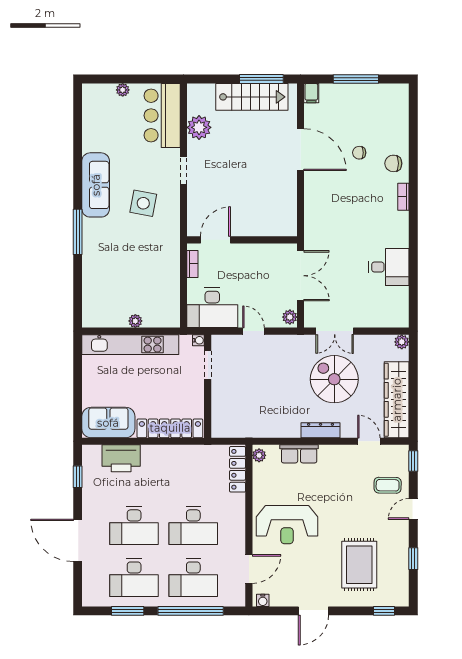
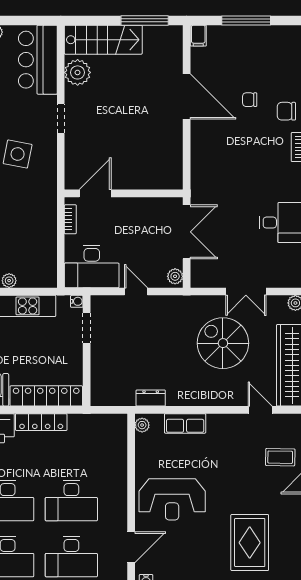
stairs: (252, 97) -> (103, 40), moved
double door: (335, 331) -> (246, 291), moved
dresser: (321, 430) -> (151, 398), moved, width x0.70
locker: (238, 469) -> (41, 422), moved, turned -90

